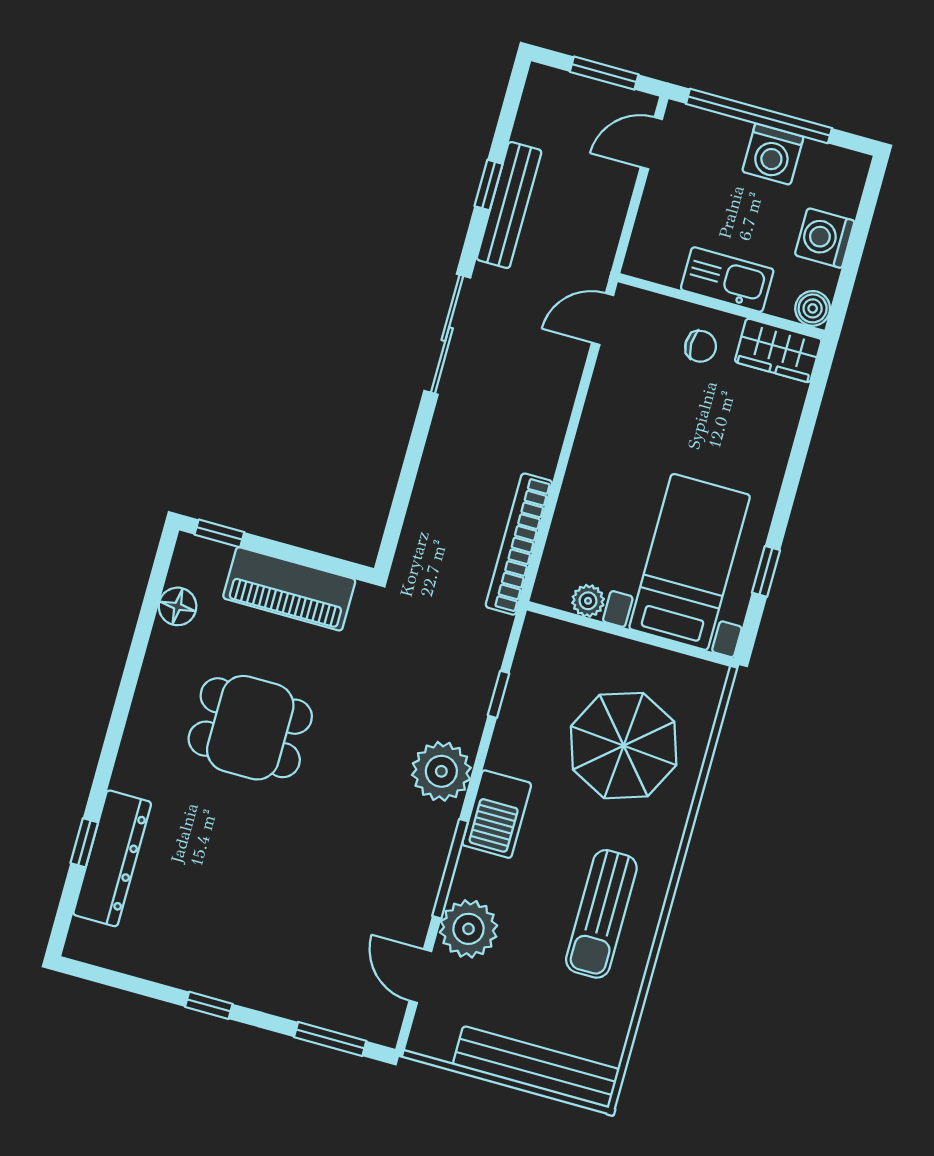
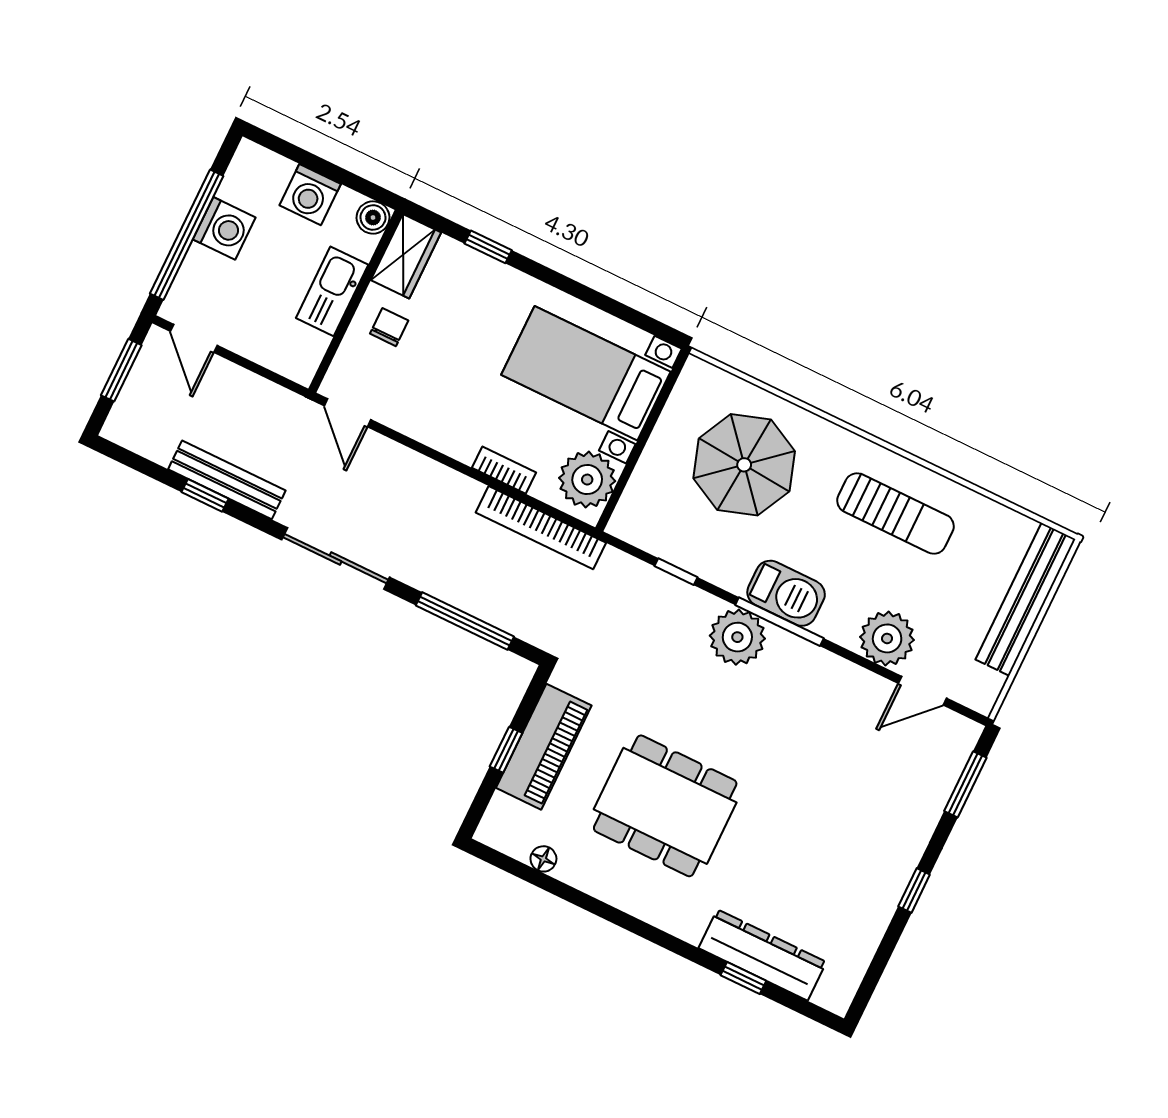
window: (406, 482) -> (465, 621), added
bookcase: (572, 494) -> (504, 470), added
window: (219, 533) -> (506, 750), moved
window: (766, 571) -> (488, 247), moved
plant: (588, 601) -> (587, 480), width x1.87, depth x1.87
floor lamp: (178, 606) -> (543, 859), width x0.73, depth x0.73
dining table: (250, 728) -> (665, 806), width x1.38
window: (450, 869) -> (779, 622), moved

